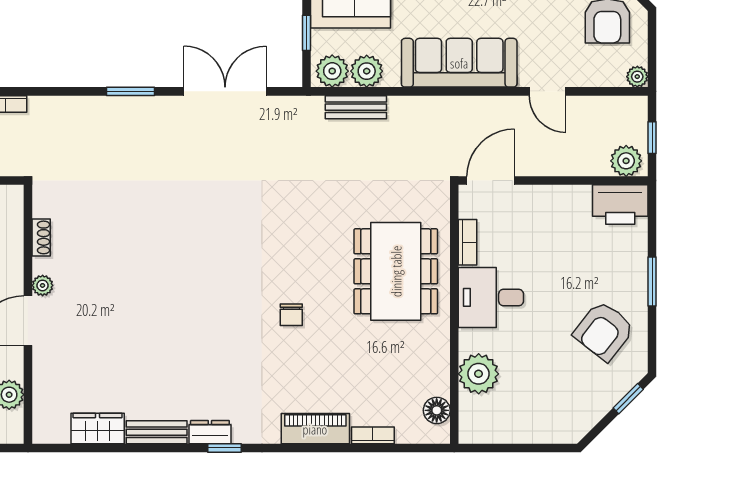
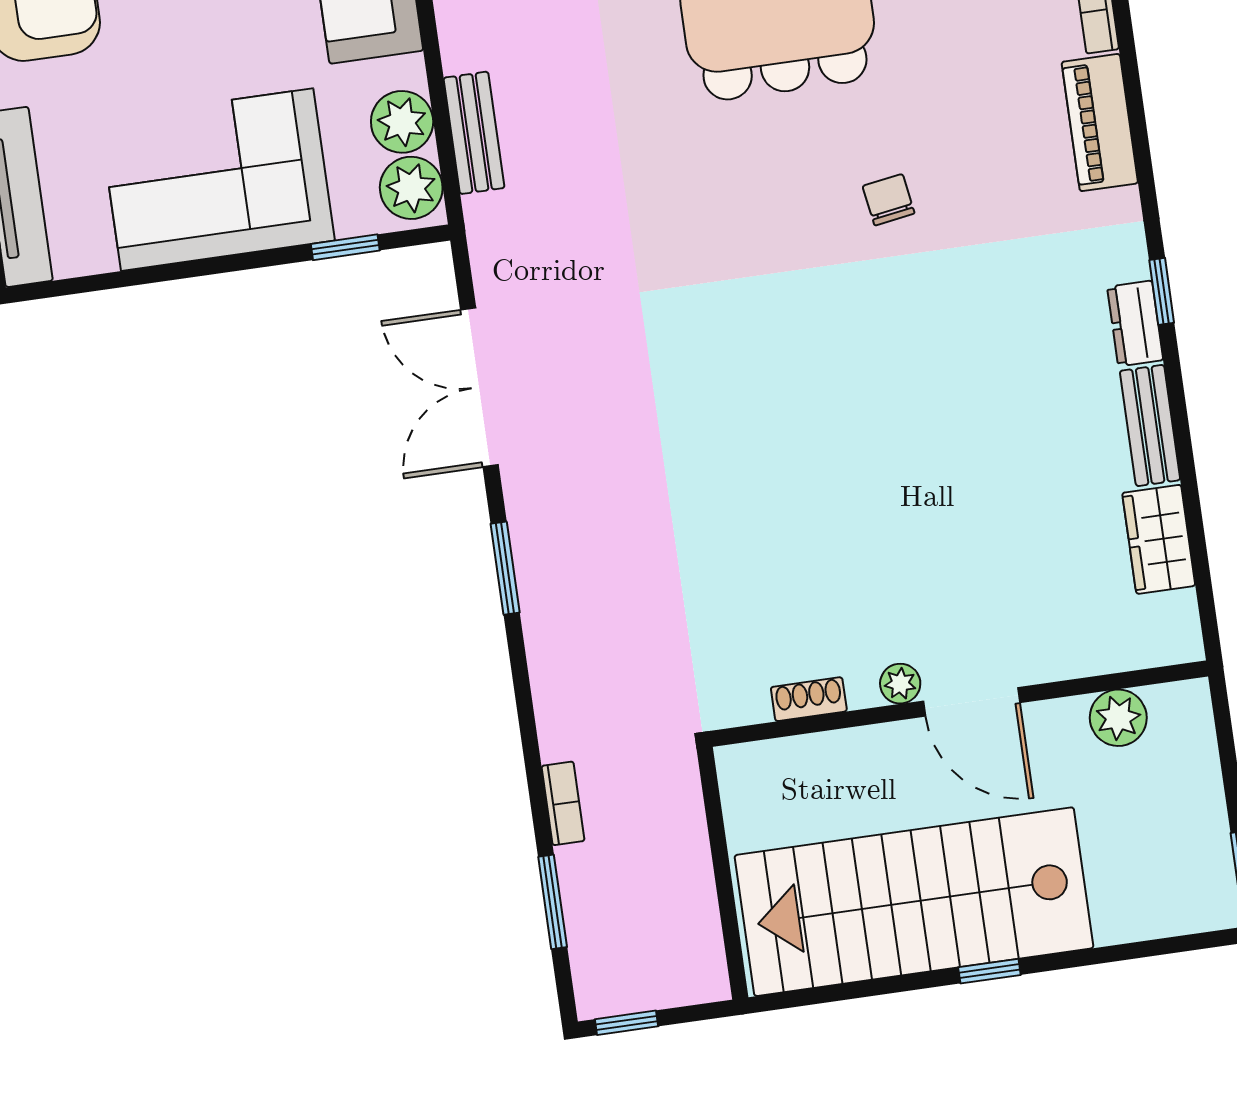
chair: (291, 315) -> (889, 200), turned -99

